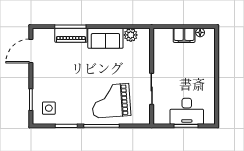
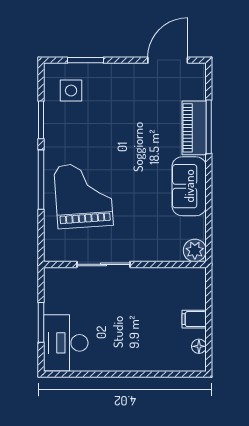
plant: (131, 35) -> (195, 250), moved
filing cabinet: (184, 35) -> (194, 319), width x0.50
door: (31, 51) -> (168, 60), hinge flipped
desk: (187, 111) -> (66, 343), moved

